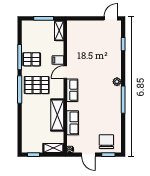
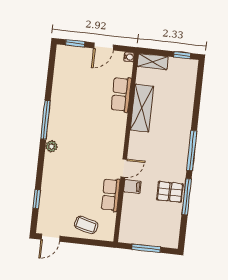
coffee table: (87, 30) -> (86, 225), added
shelving: (59, 31) -> (126, 229), removed
pallet: (37, 85) -> (167, 154), removed
row of seats: (72, 90) -> (111, 195), moved
chair: (106, 142) -> (76, 62), removed
door: (88, 155) -> (104, 47), swing flipped

